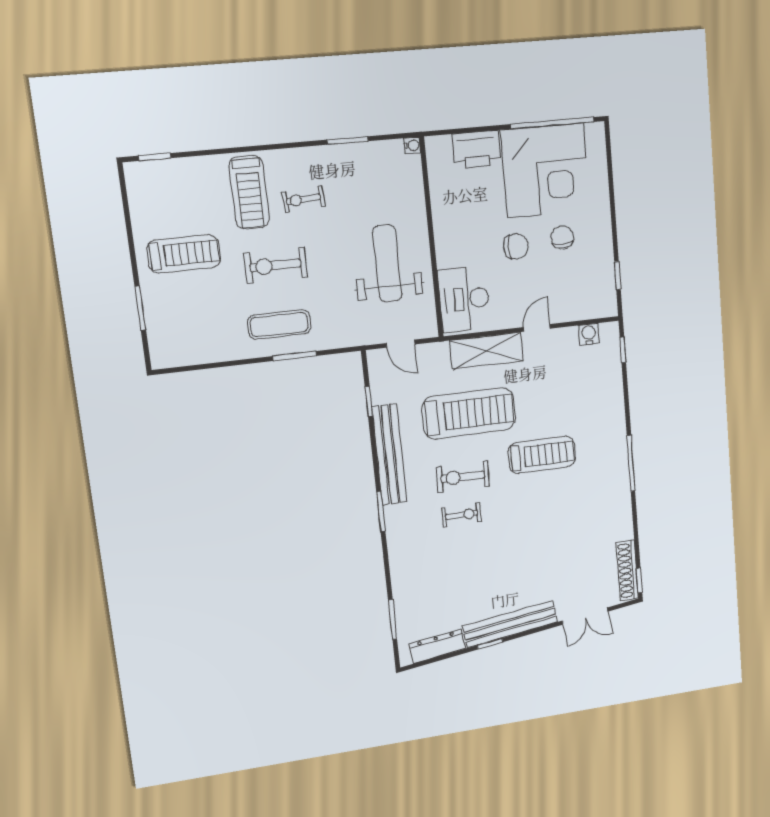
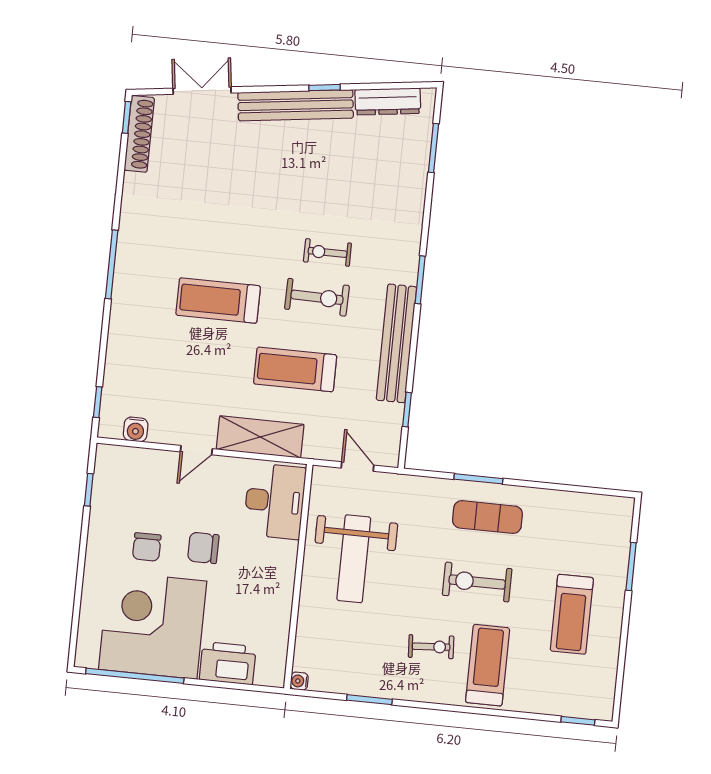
treadmill: (184, 254) -> (572, 614), turned -90
exercise bike: (275, 265) -> (477, 582), turned 180
treadmill: (469, 413) -> (295, 369), width x0.73, depth x0.73

